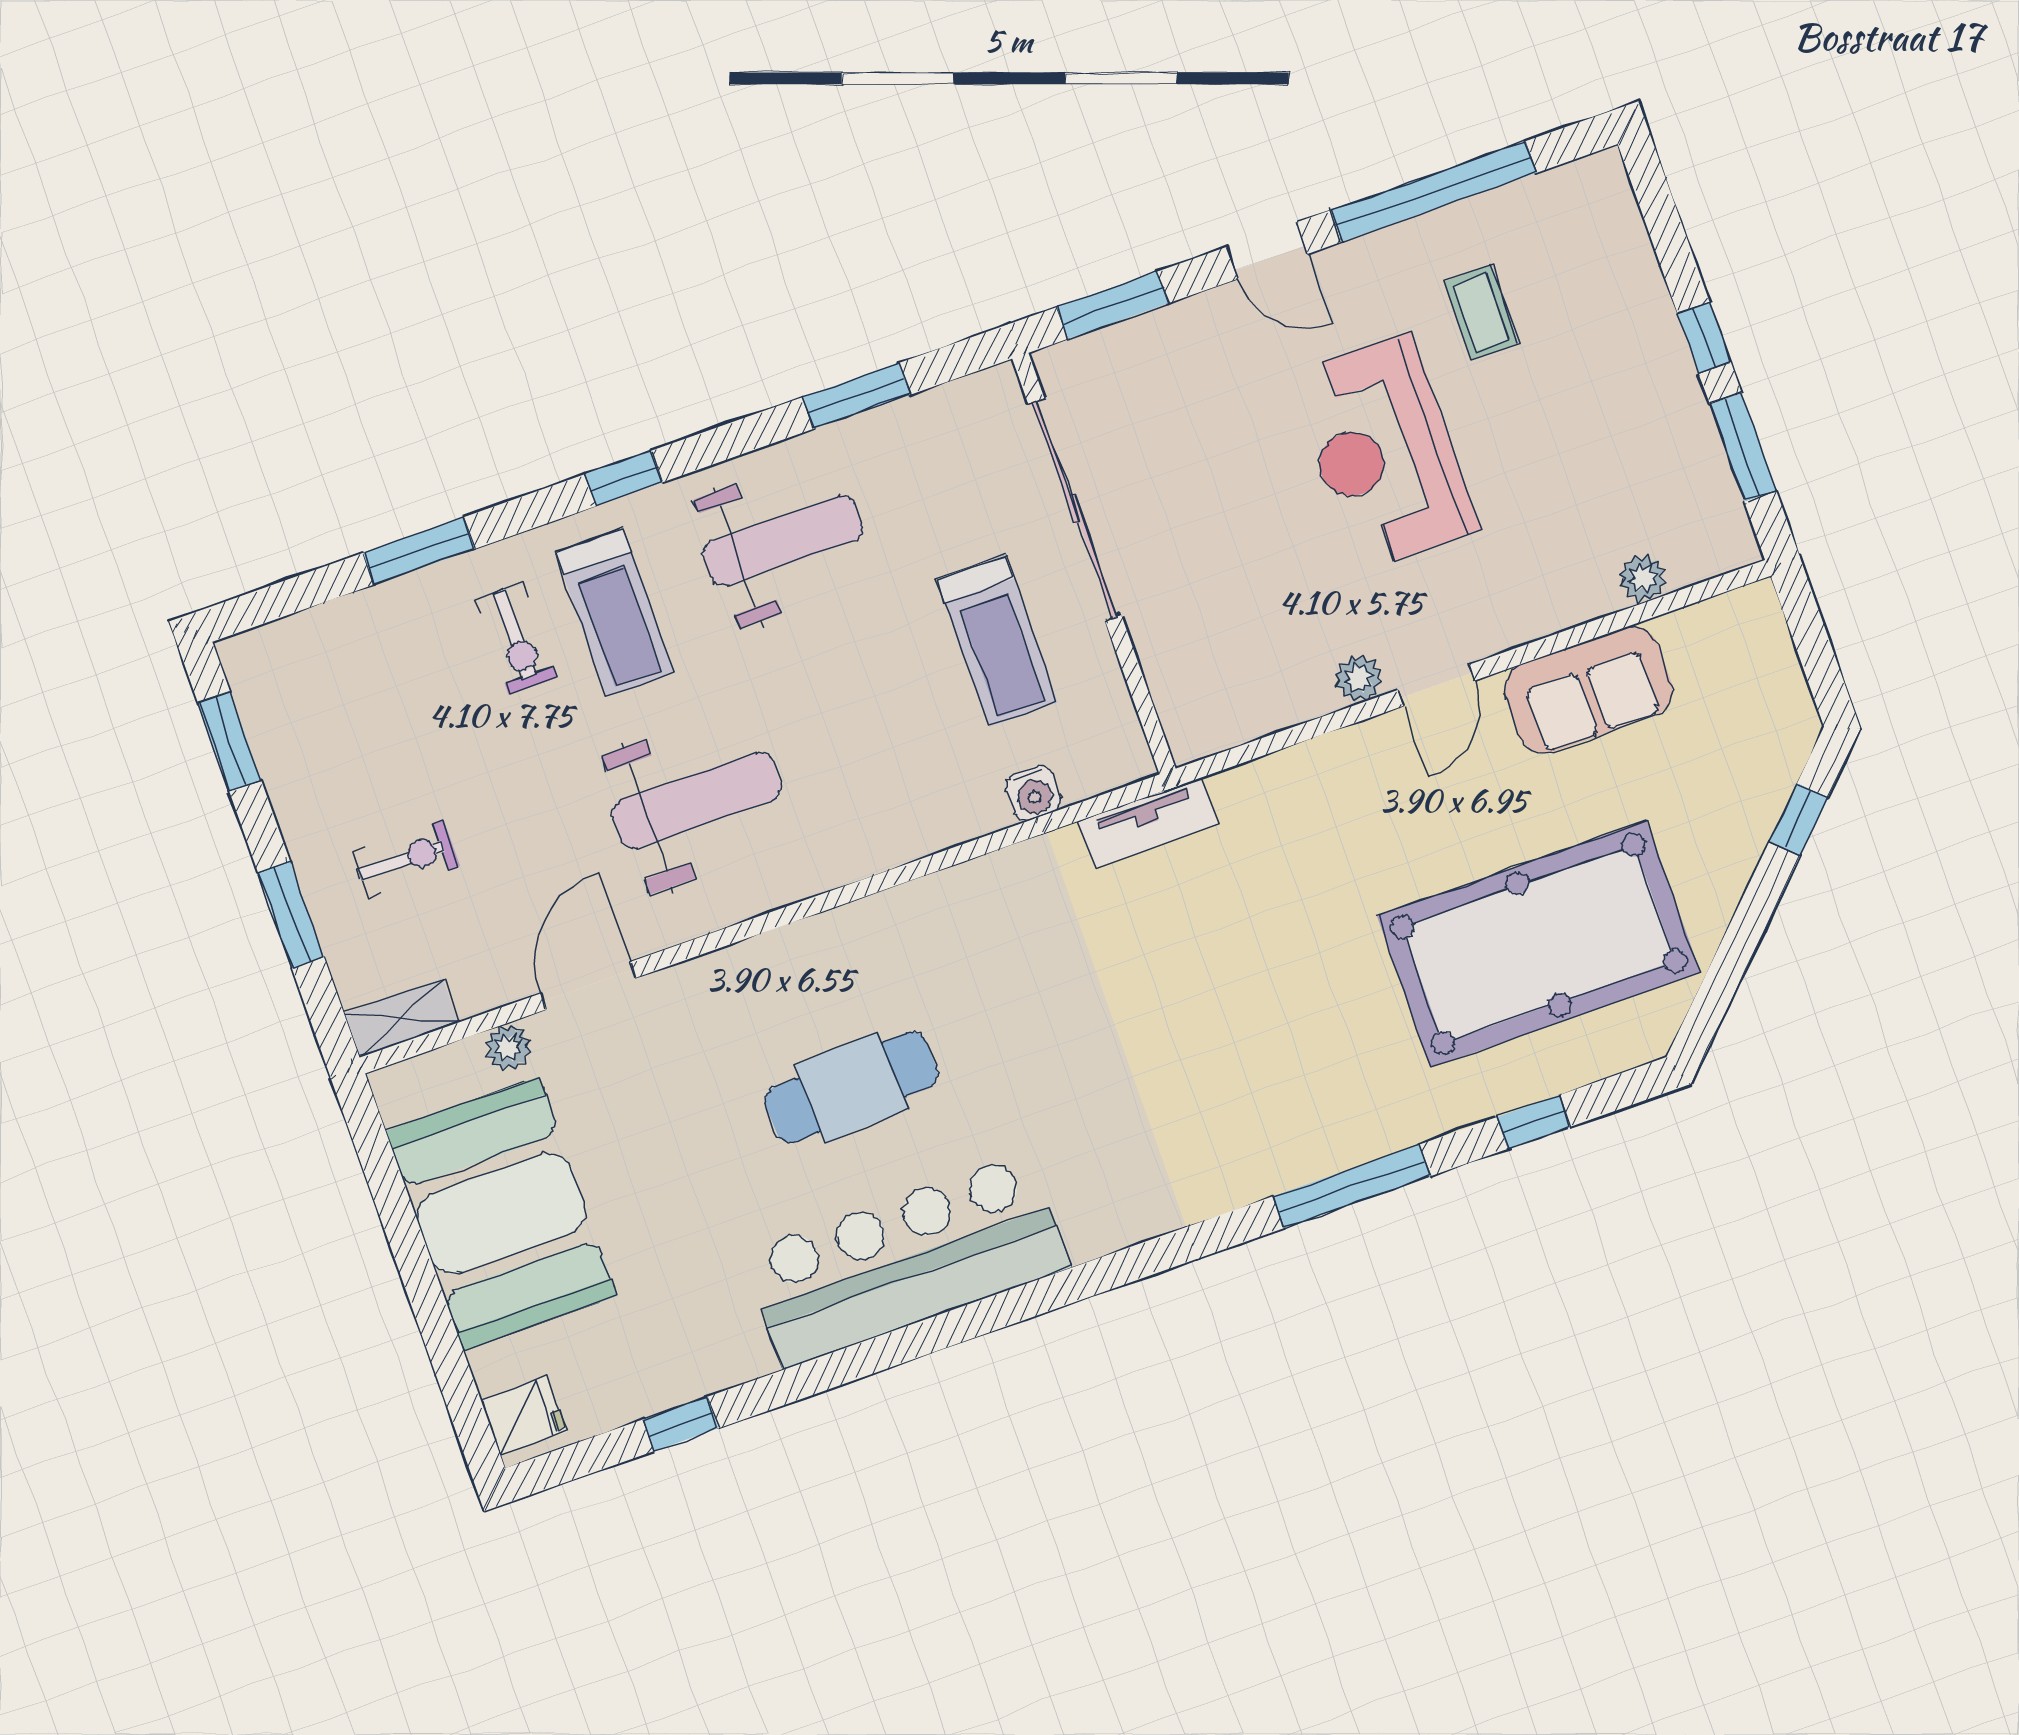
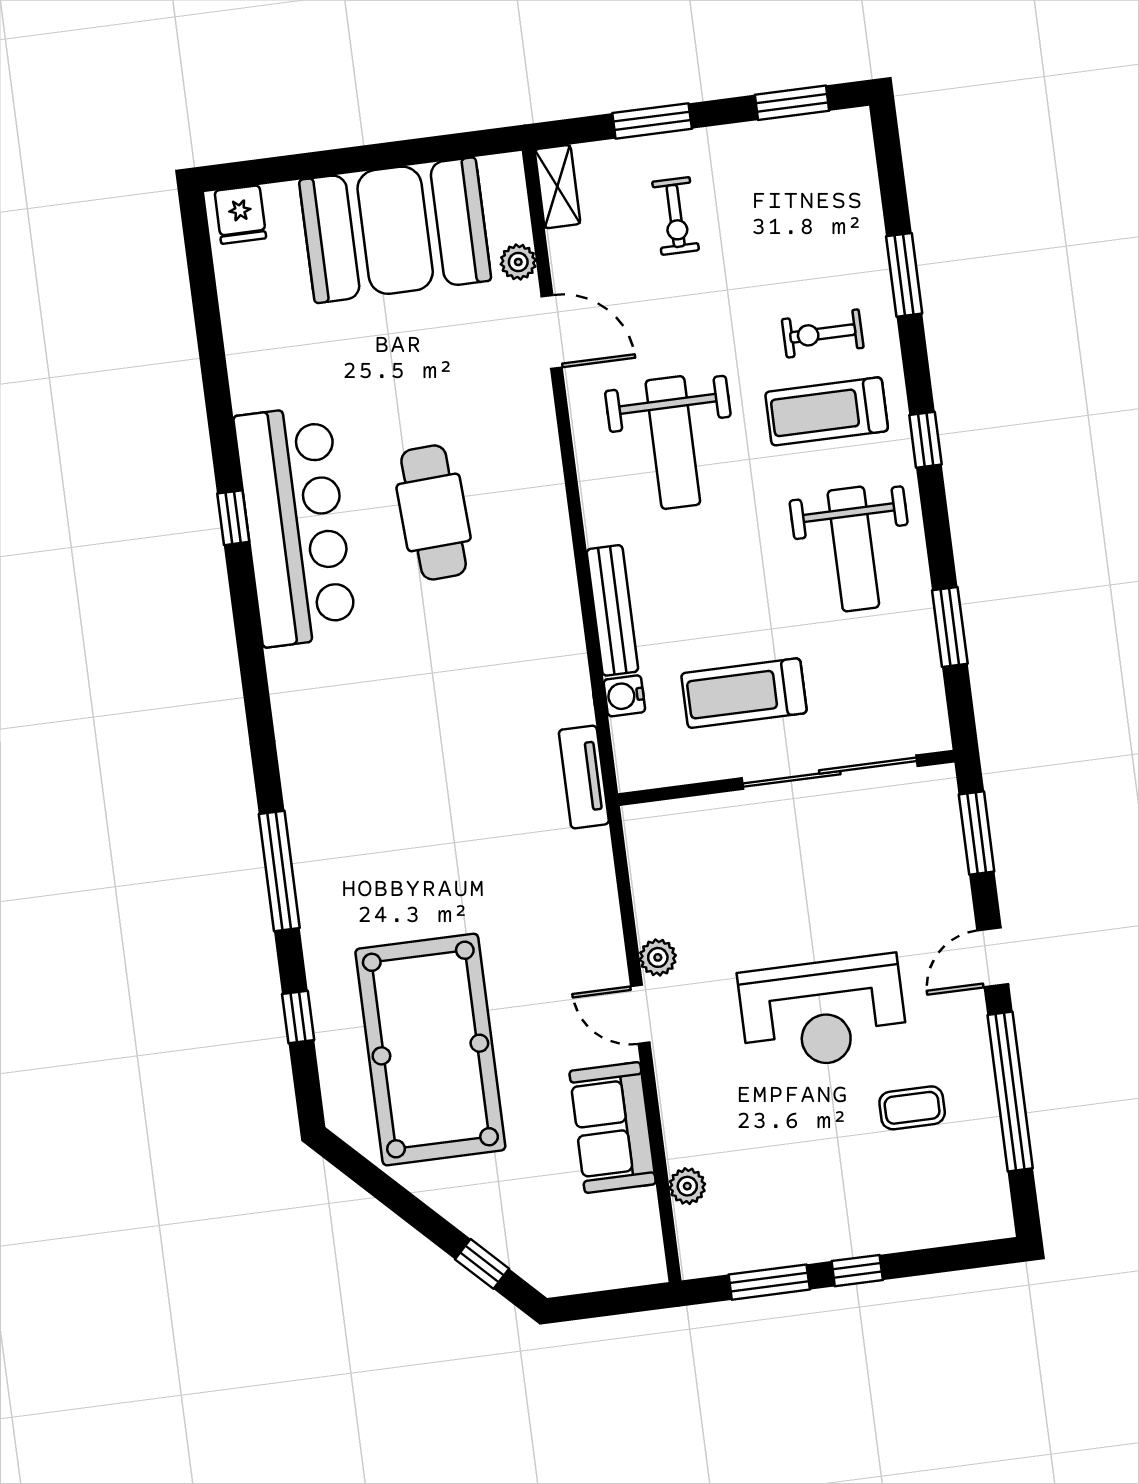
reception desk: (1384, 453) -> (823, 1013), turned 180
bench: (928, 832) -> (612, 610), added
window: (681, 1424) -> (233, 518), moved

